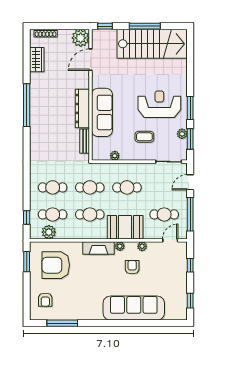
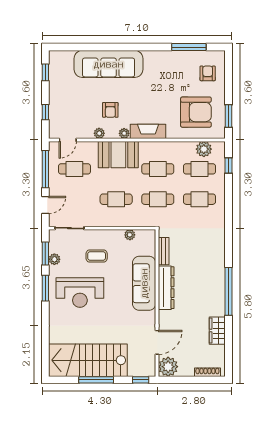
wardrobe: (37, 60) -> (217, 331), moved

